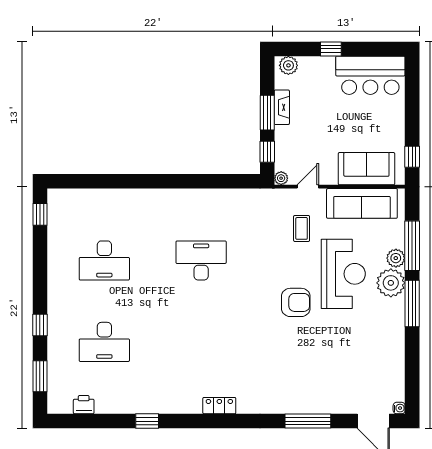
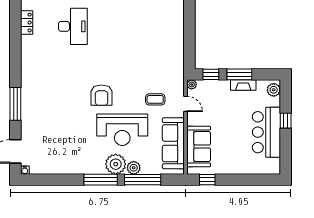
bar counter: (370, 75) -> (266, 132), moved
desk: (201, 260) -> (73, 26), moved
locker: (219, 406) -> (27, 23), moved

